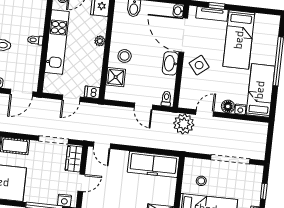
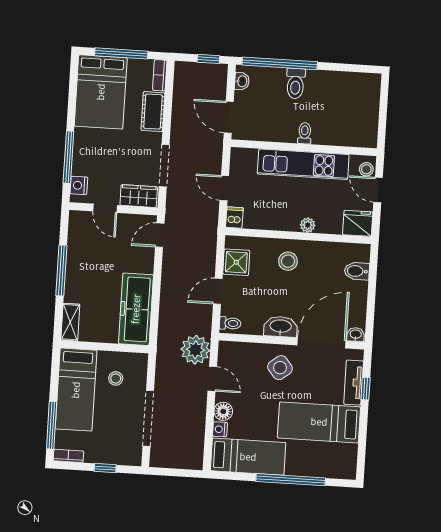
shower: (116, 77) -> (236, 262), moved

